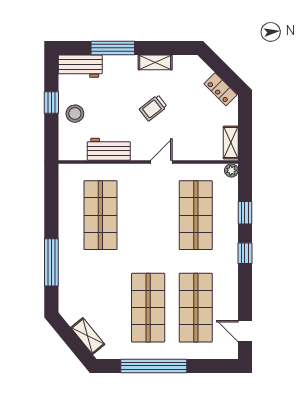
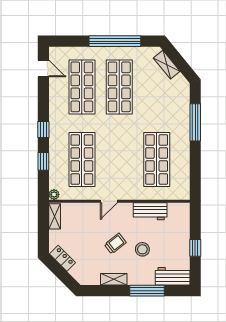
stool: (75, 114) -> (142, 249), moved

